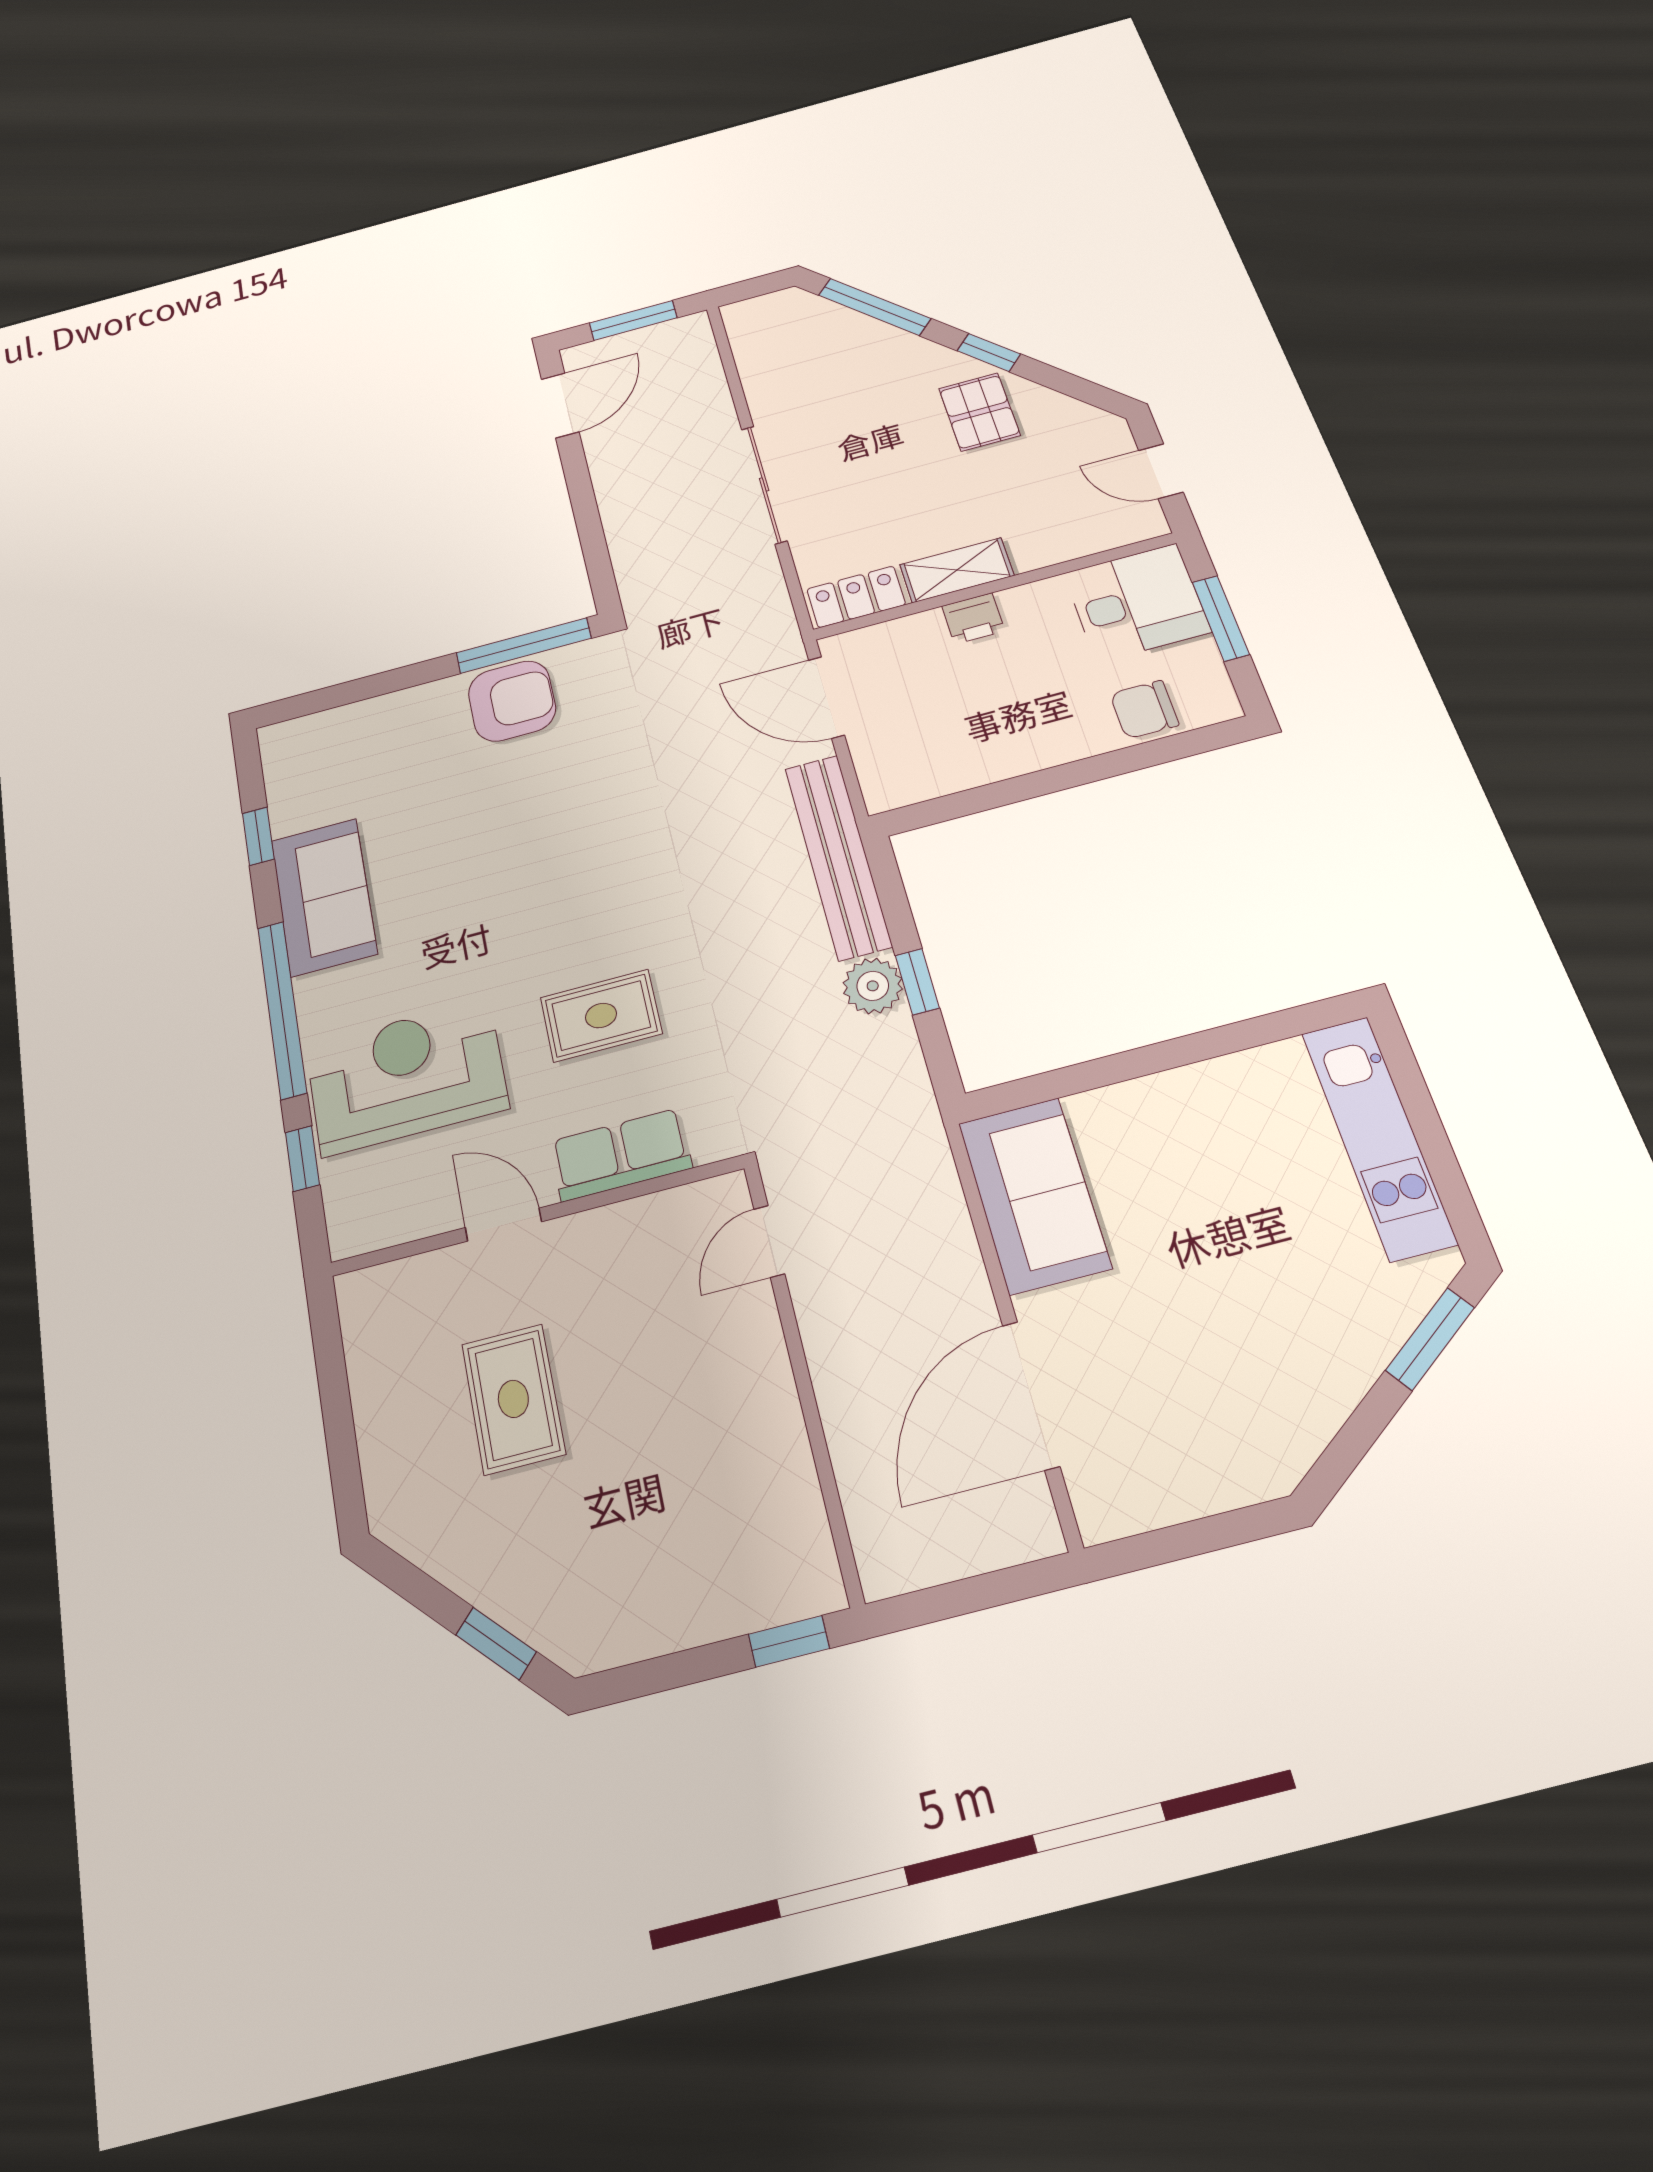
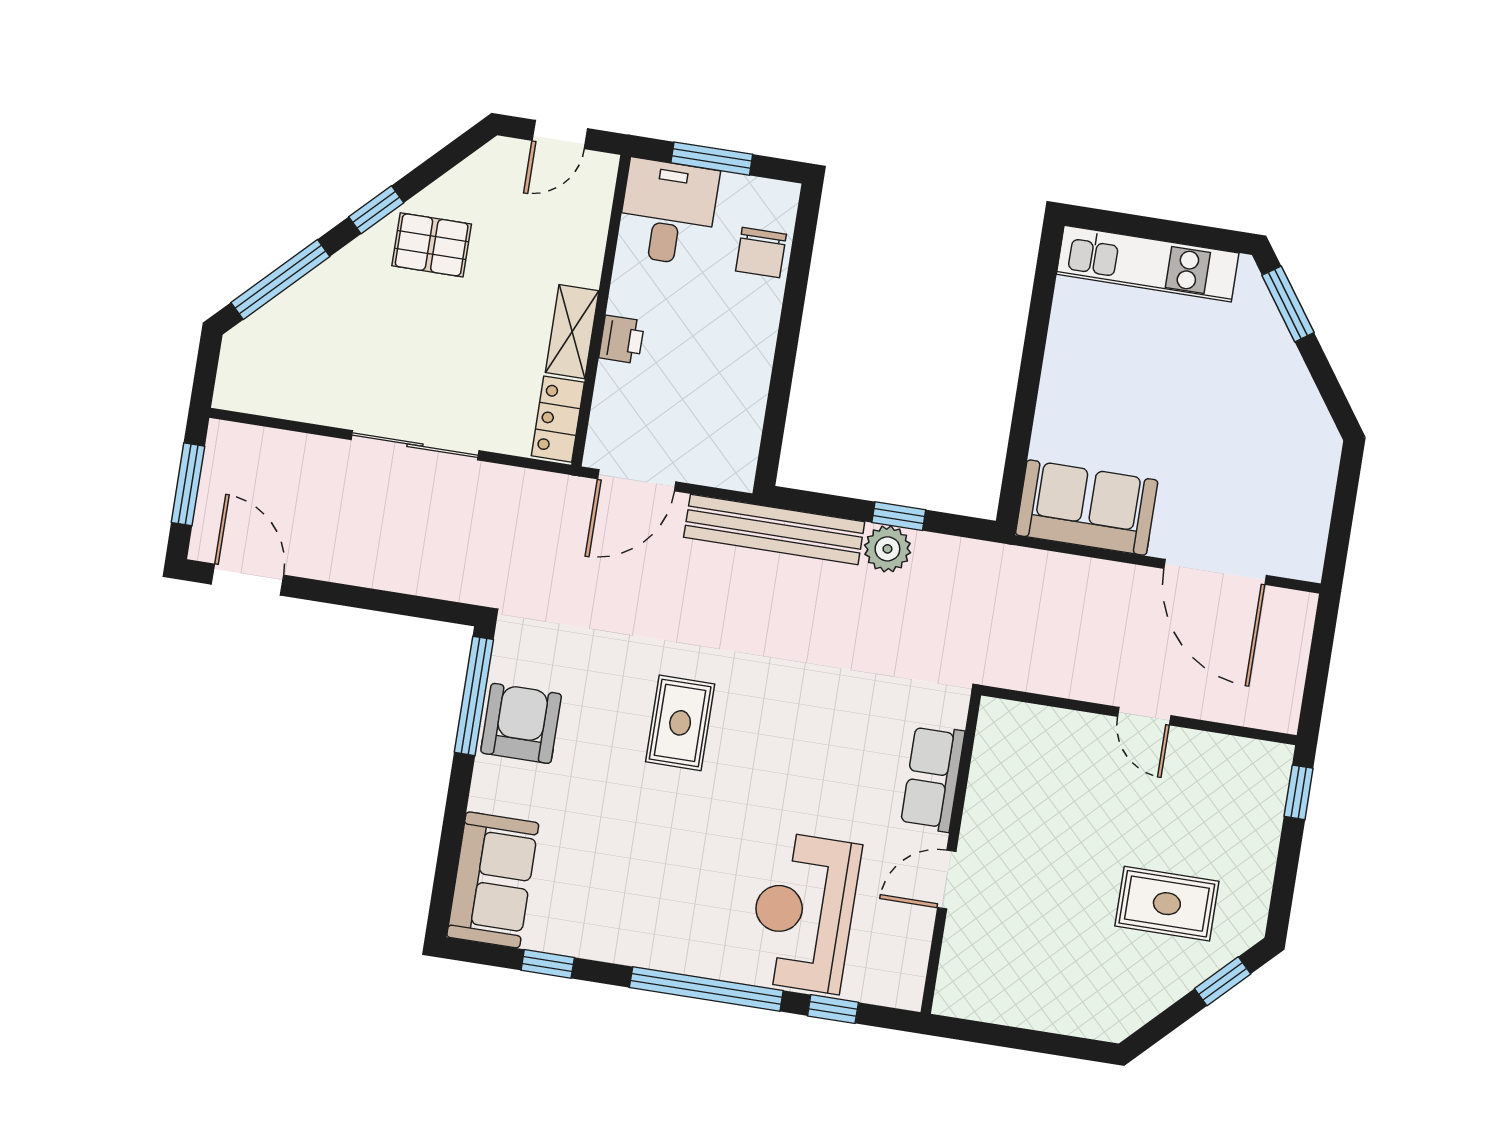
sofa: (324, 897) -> (493, 880), moved, turned 90
rug: (601, 1016) -> (680, 723), moved
door: (769, 1241) -> (1144, 716), moved
rug: (513, 1399) -> (1167, 904), moved

